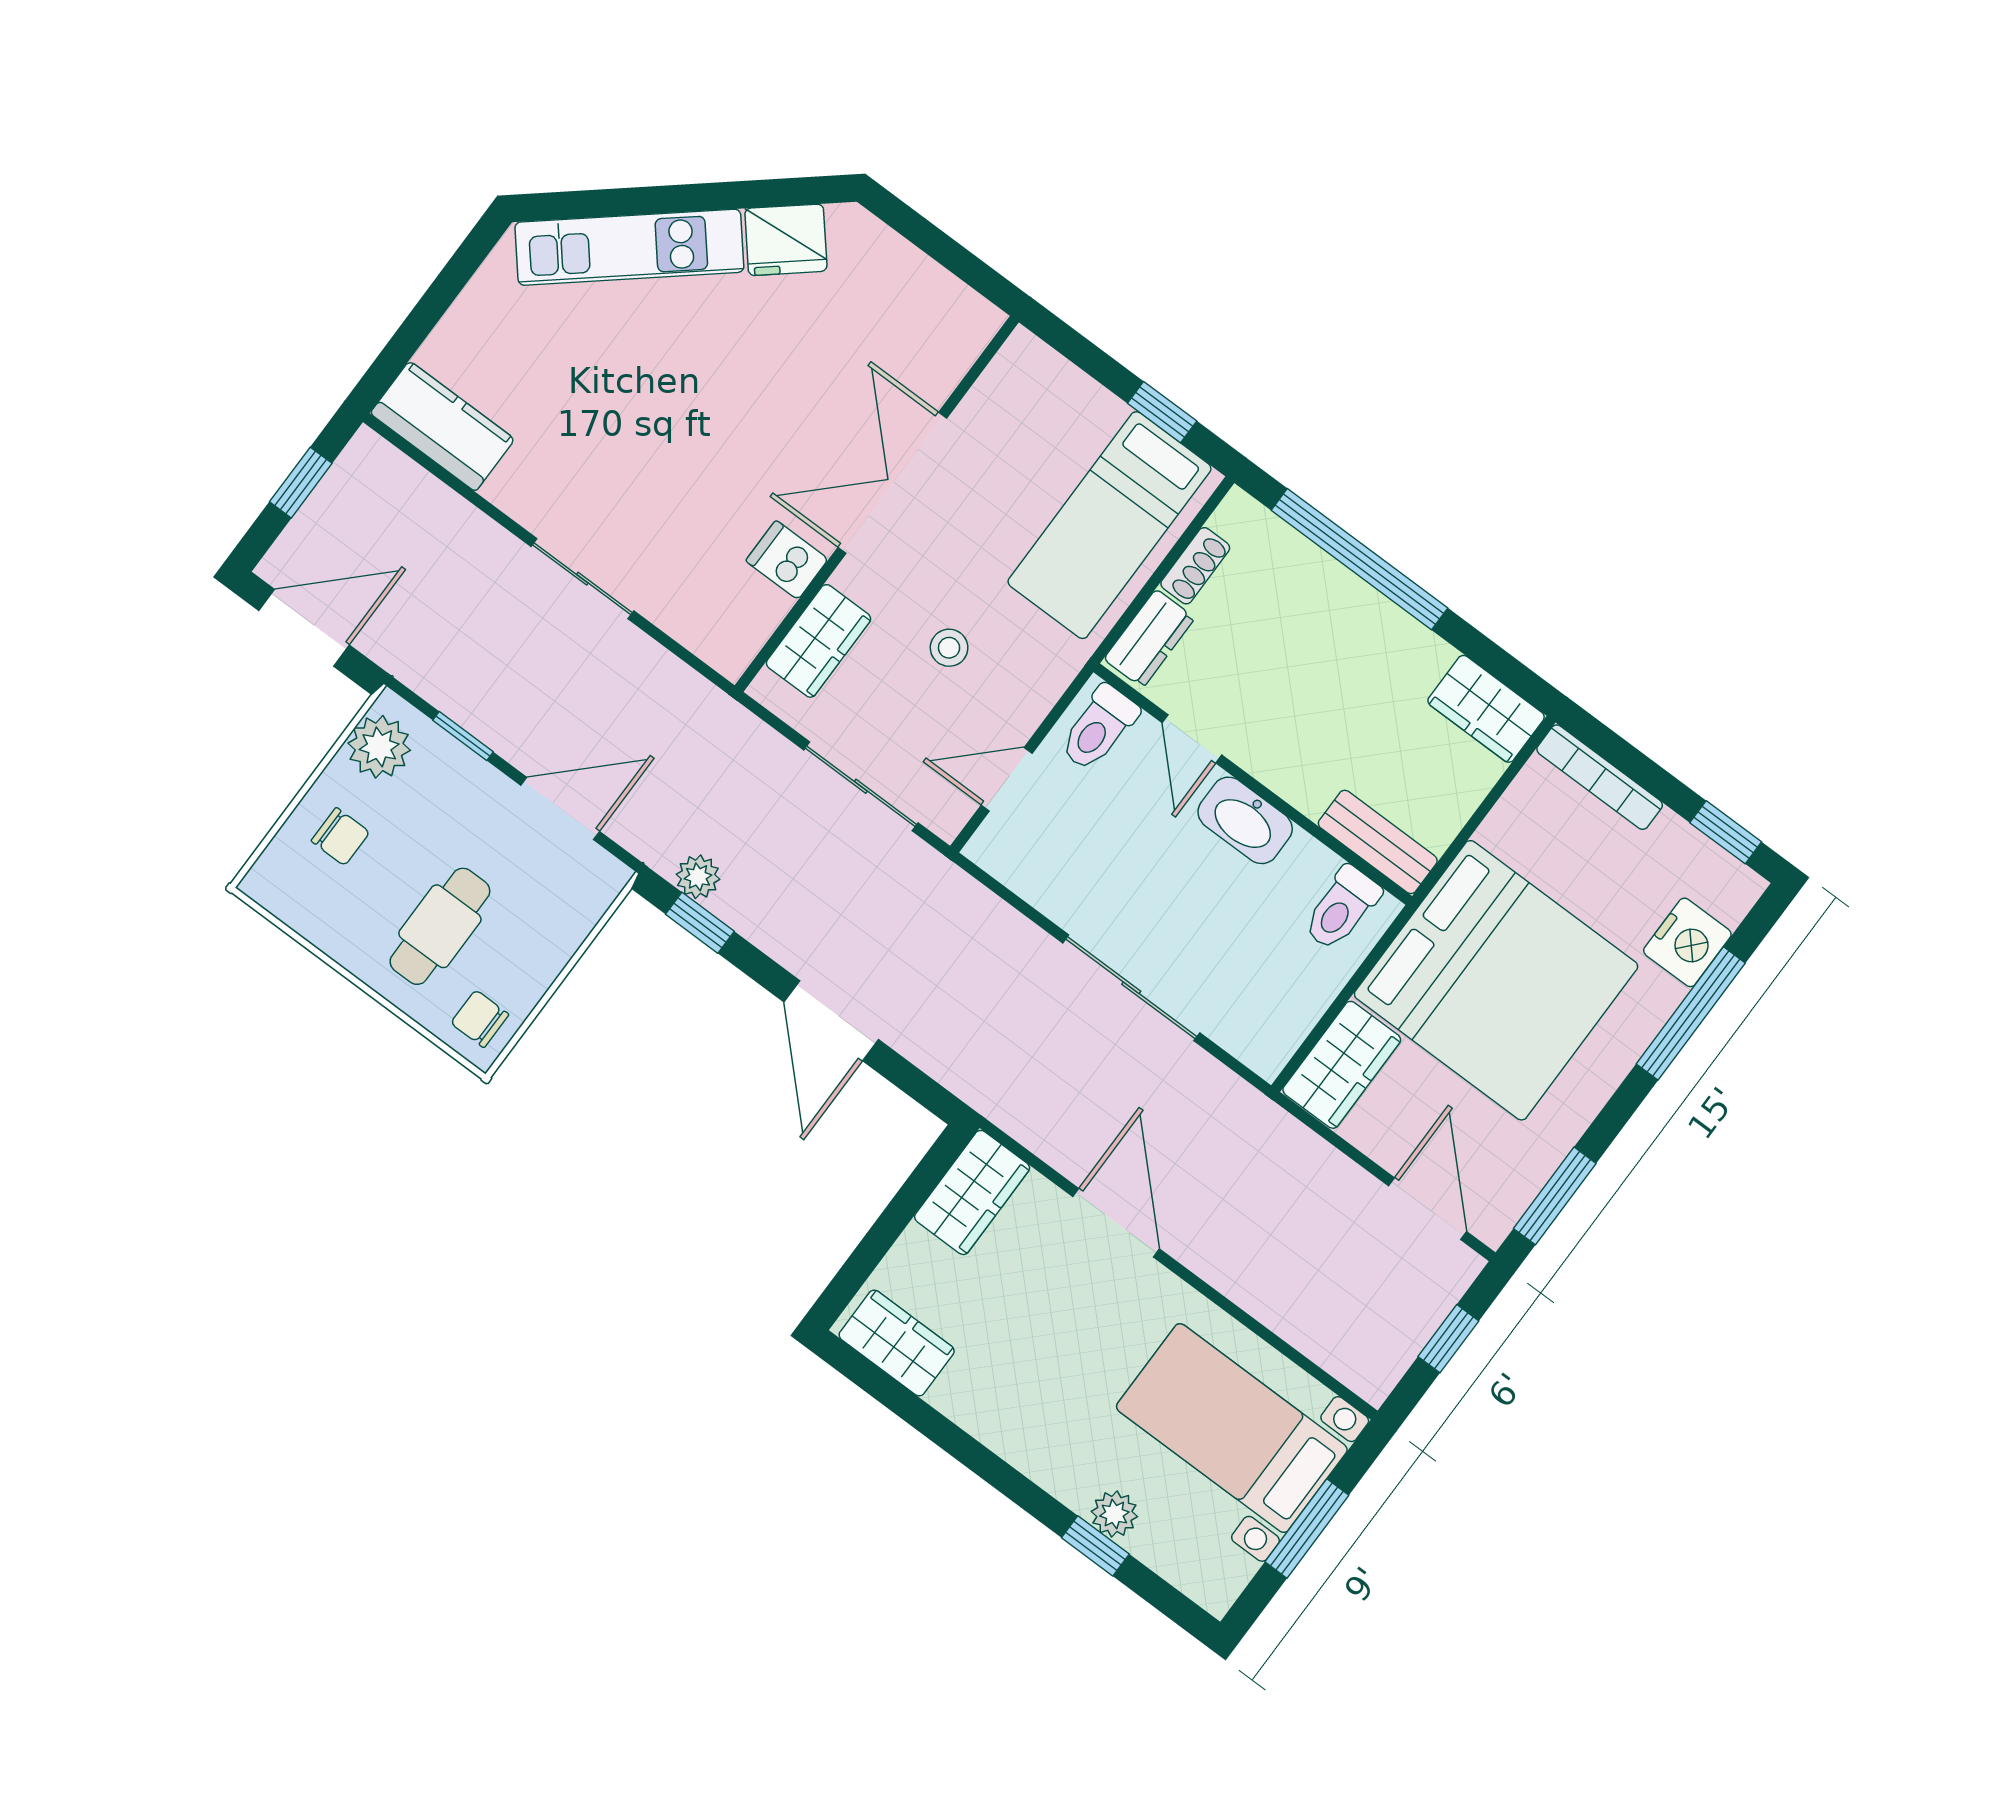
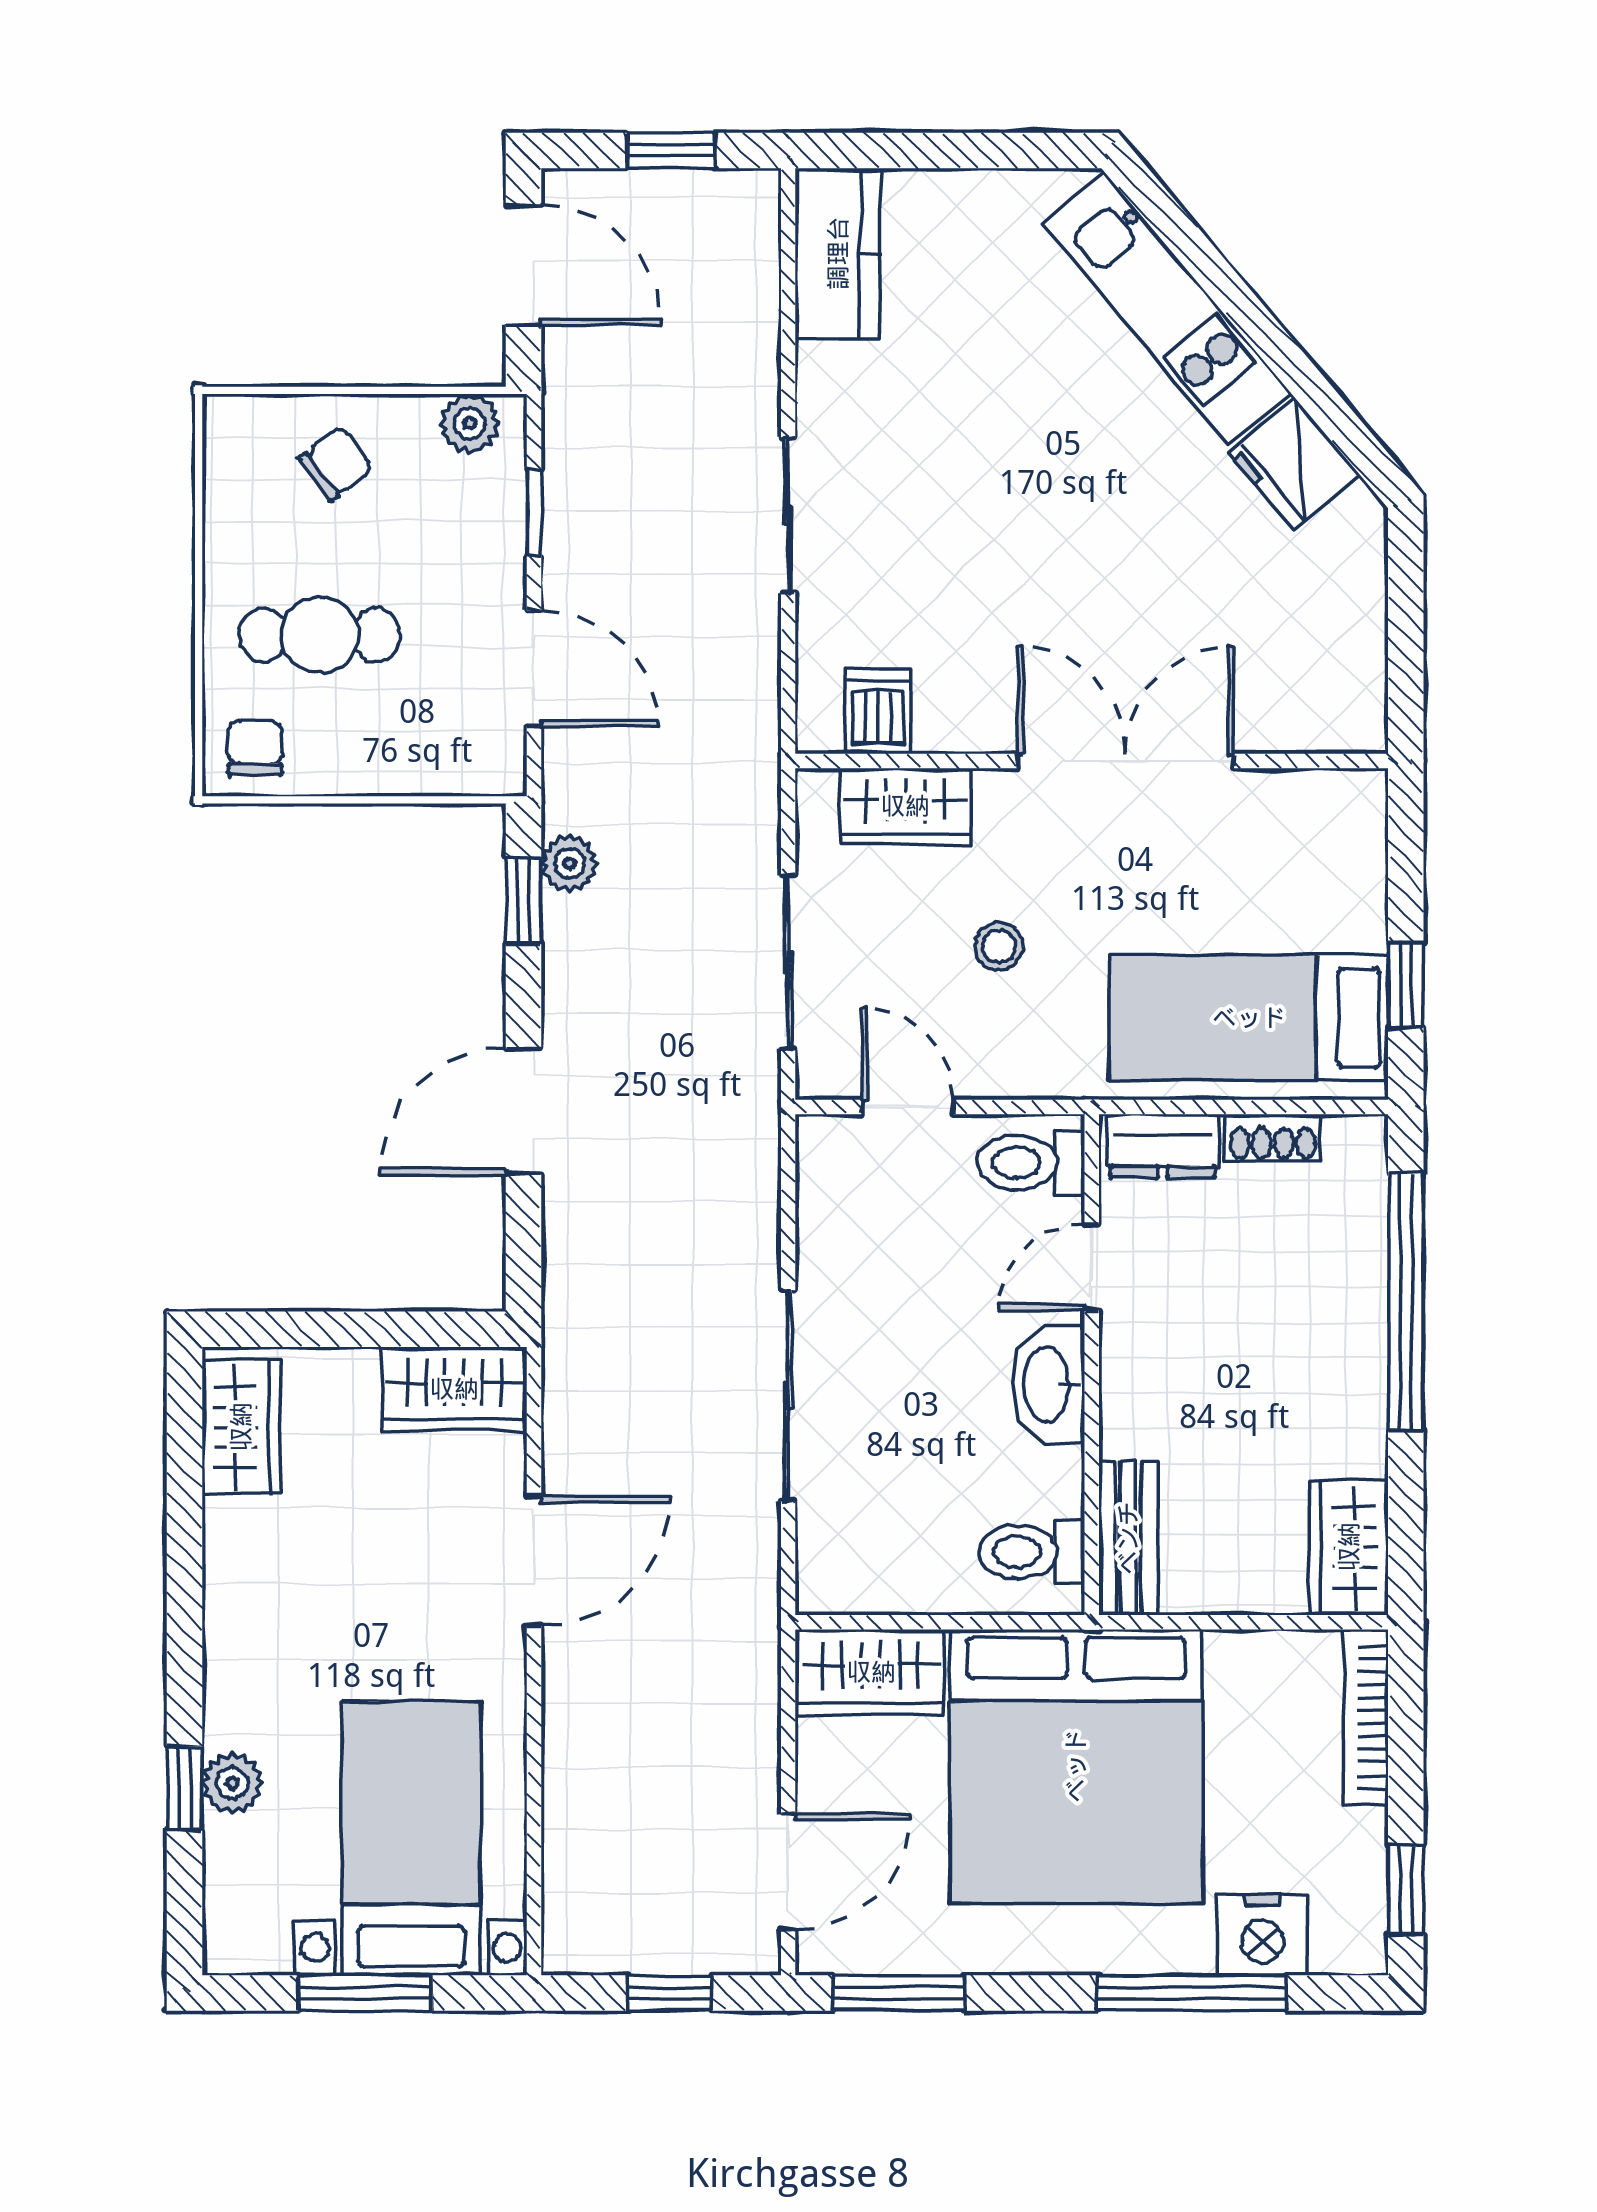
dishwasher: (787, 560) -> (878, 712), moved
plant: (379, 747) -> (469, 423), width x0.73, depth x0.73
chair: (340, 837) -> (336, 464), turned -127

